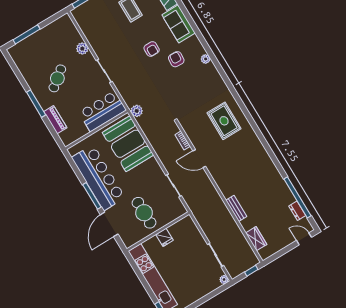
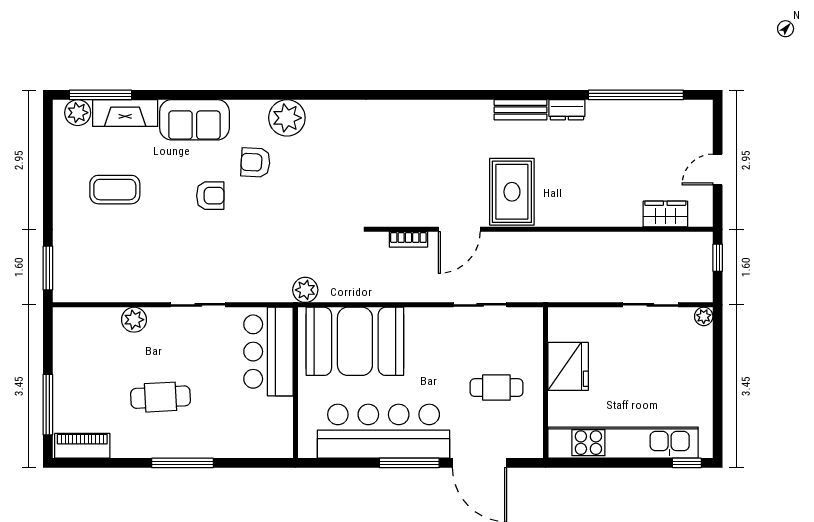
plant: (206, 59) -> (287, 118), width x1.88, depth x1.88
cafe table: (57, 78) -> (161, 397), turned -55
piano: (55, 120) -> (82, 446), moved
rug: (224, 121) -> (512, 192), moved, turned 90
bench: (236, 208) -> (521, 110), moved
dresser: (297, 211) -> (567, 110), moved
cafe table: (144, 213) -> (496, 388), width x0.73, depth x0.74
fridge: (164, 237) -> (568, 366), width x1.88, depth x1.34
door: (304, 239) -> (718, 170), moved

